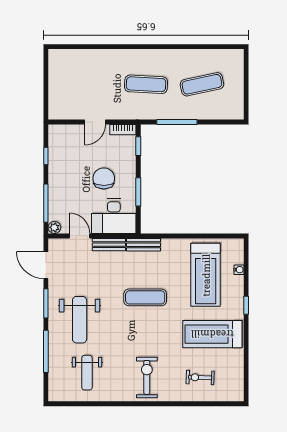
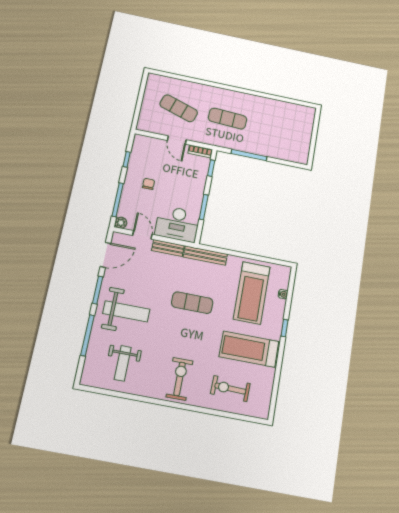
exercise mat: (202, 84) -> (179, 108), moved, turned 30
door: (95, 122) -> (177, 140), hinge flipped
chair: (104, 178) -> (149, 184), moved, width x0.54, depth x0.54
bench: (144, 245) -> (205, 256), width x1.36
door: (46, 265) -> (105, 255), swing flipped
weight bench: (80, 320) -> (126, 311), turned -90
exercise bike: (200, 378) -> (230, 389), width x1.38, depth x1.39

